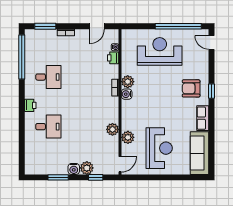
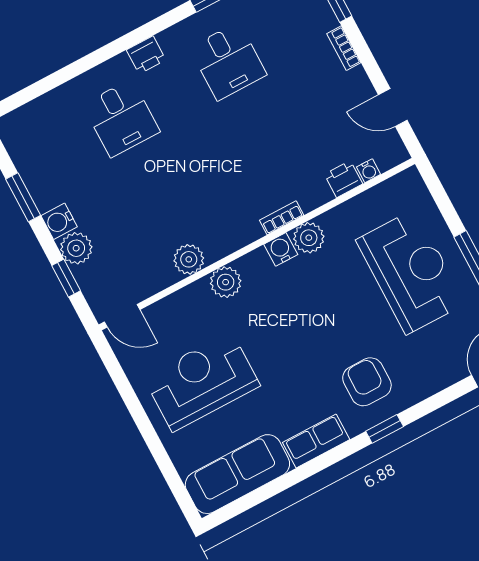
plant: (128, 137) -> (226, 282), moved
reception desk: (159, 148) -> (202, 381), turned 180

